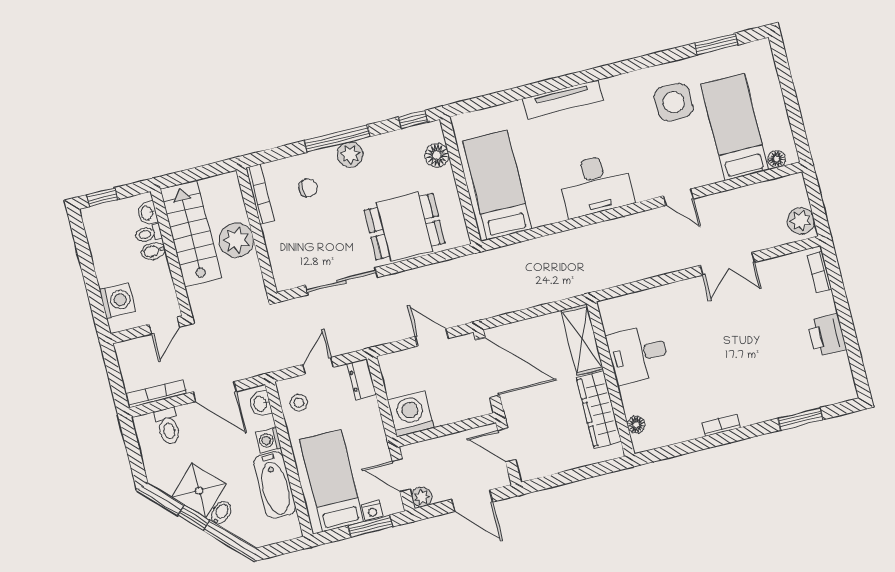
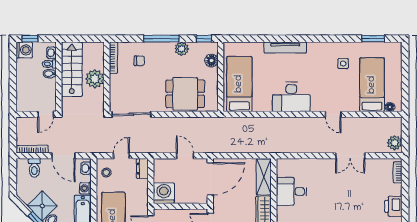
side table: (674, 102) -> (343, 64), width x0.54, depth x0.54
plant: (350, 155) -> (182, 49), moved
sliding door: (341, 281) -> (131, 114), moved
washing machine: (117, 300) -> (24, 50), moved
door: (487, 367) -> (210, 179), hinge flipped

